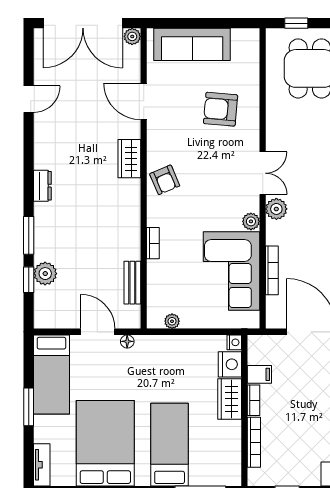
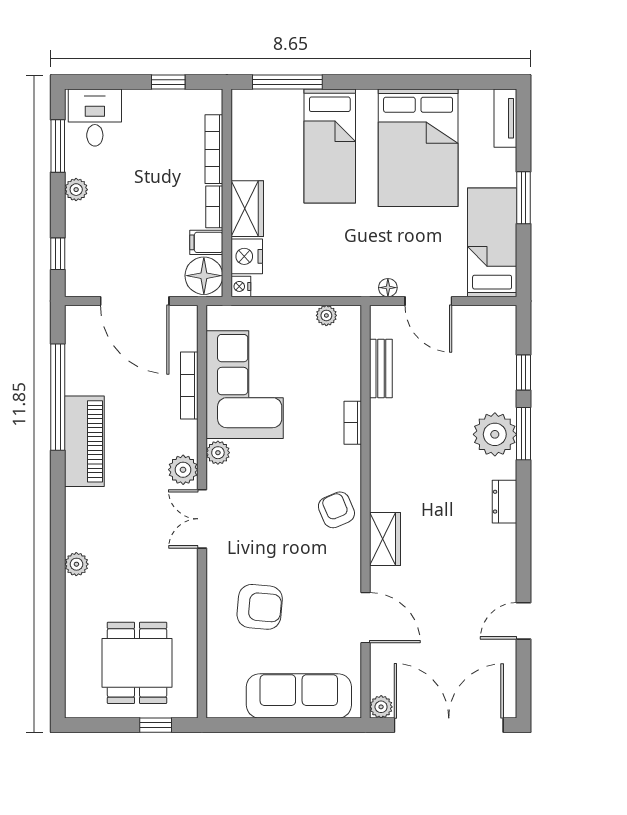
plant: (45, 274) -> (495, 434), moved, width x1.36, depth x1.36
floor lamp: (261, 350) -> (204, 276), added

